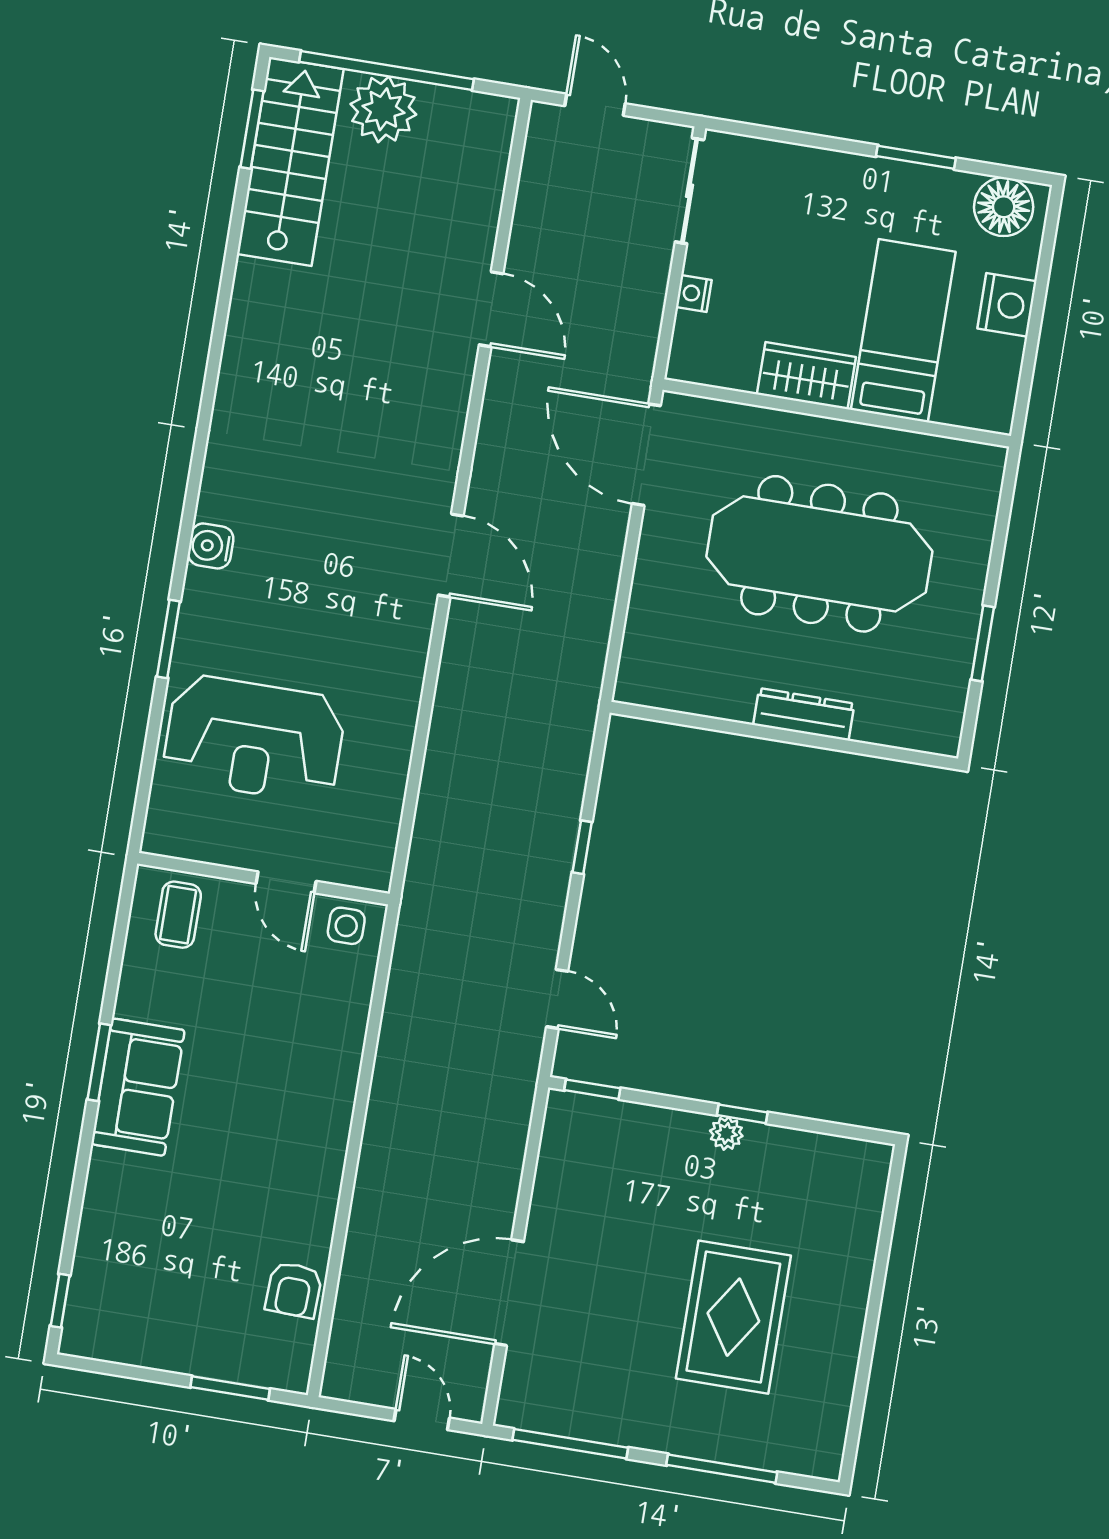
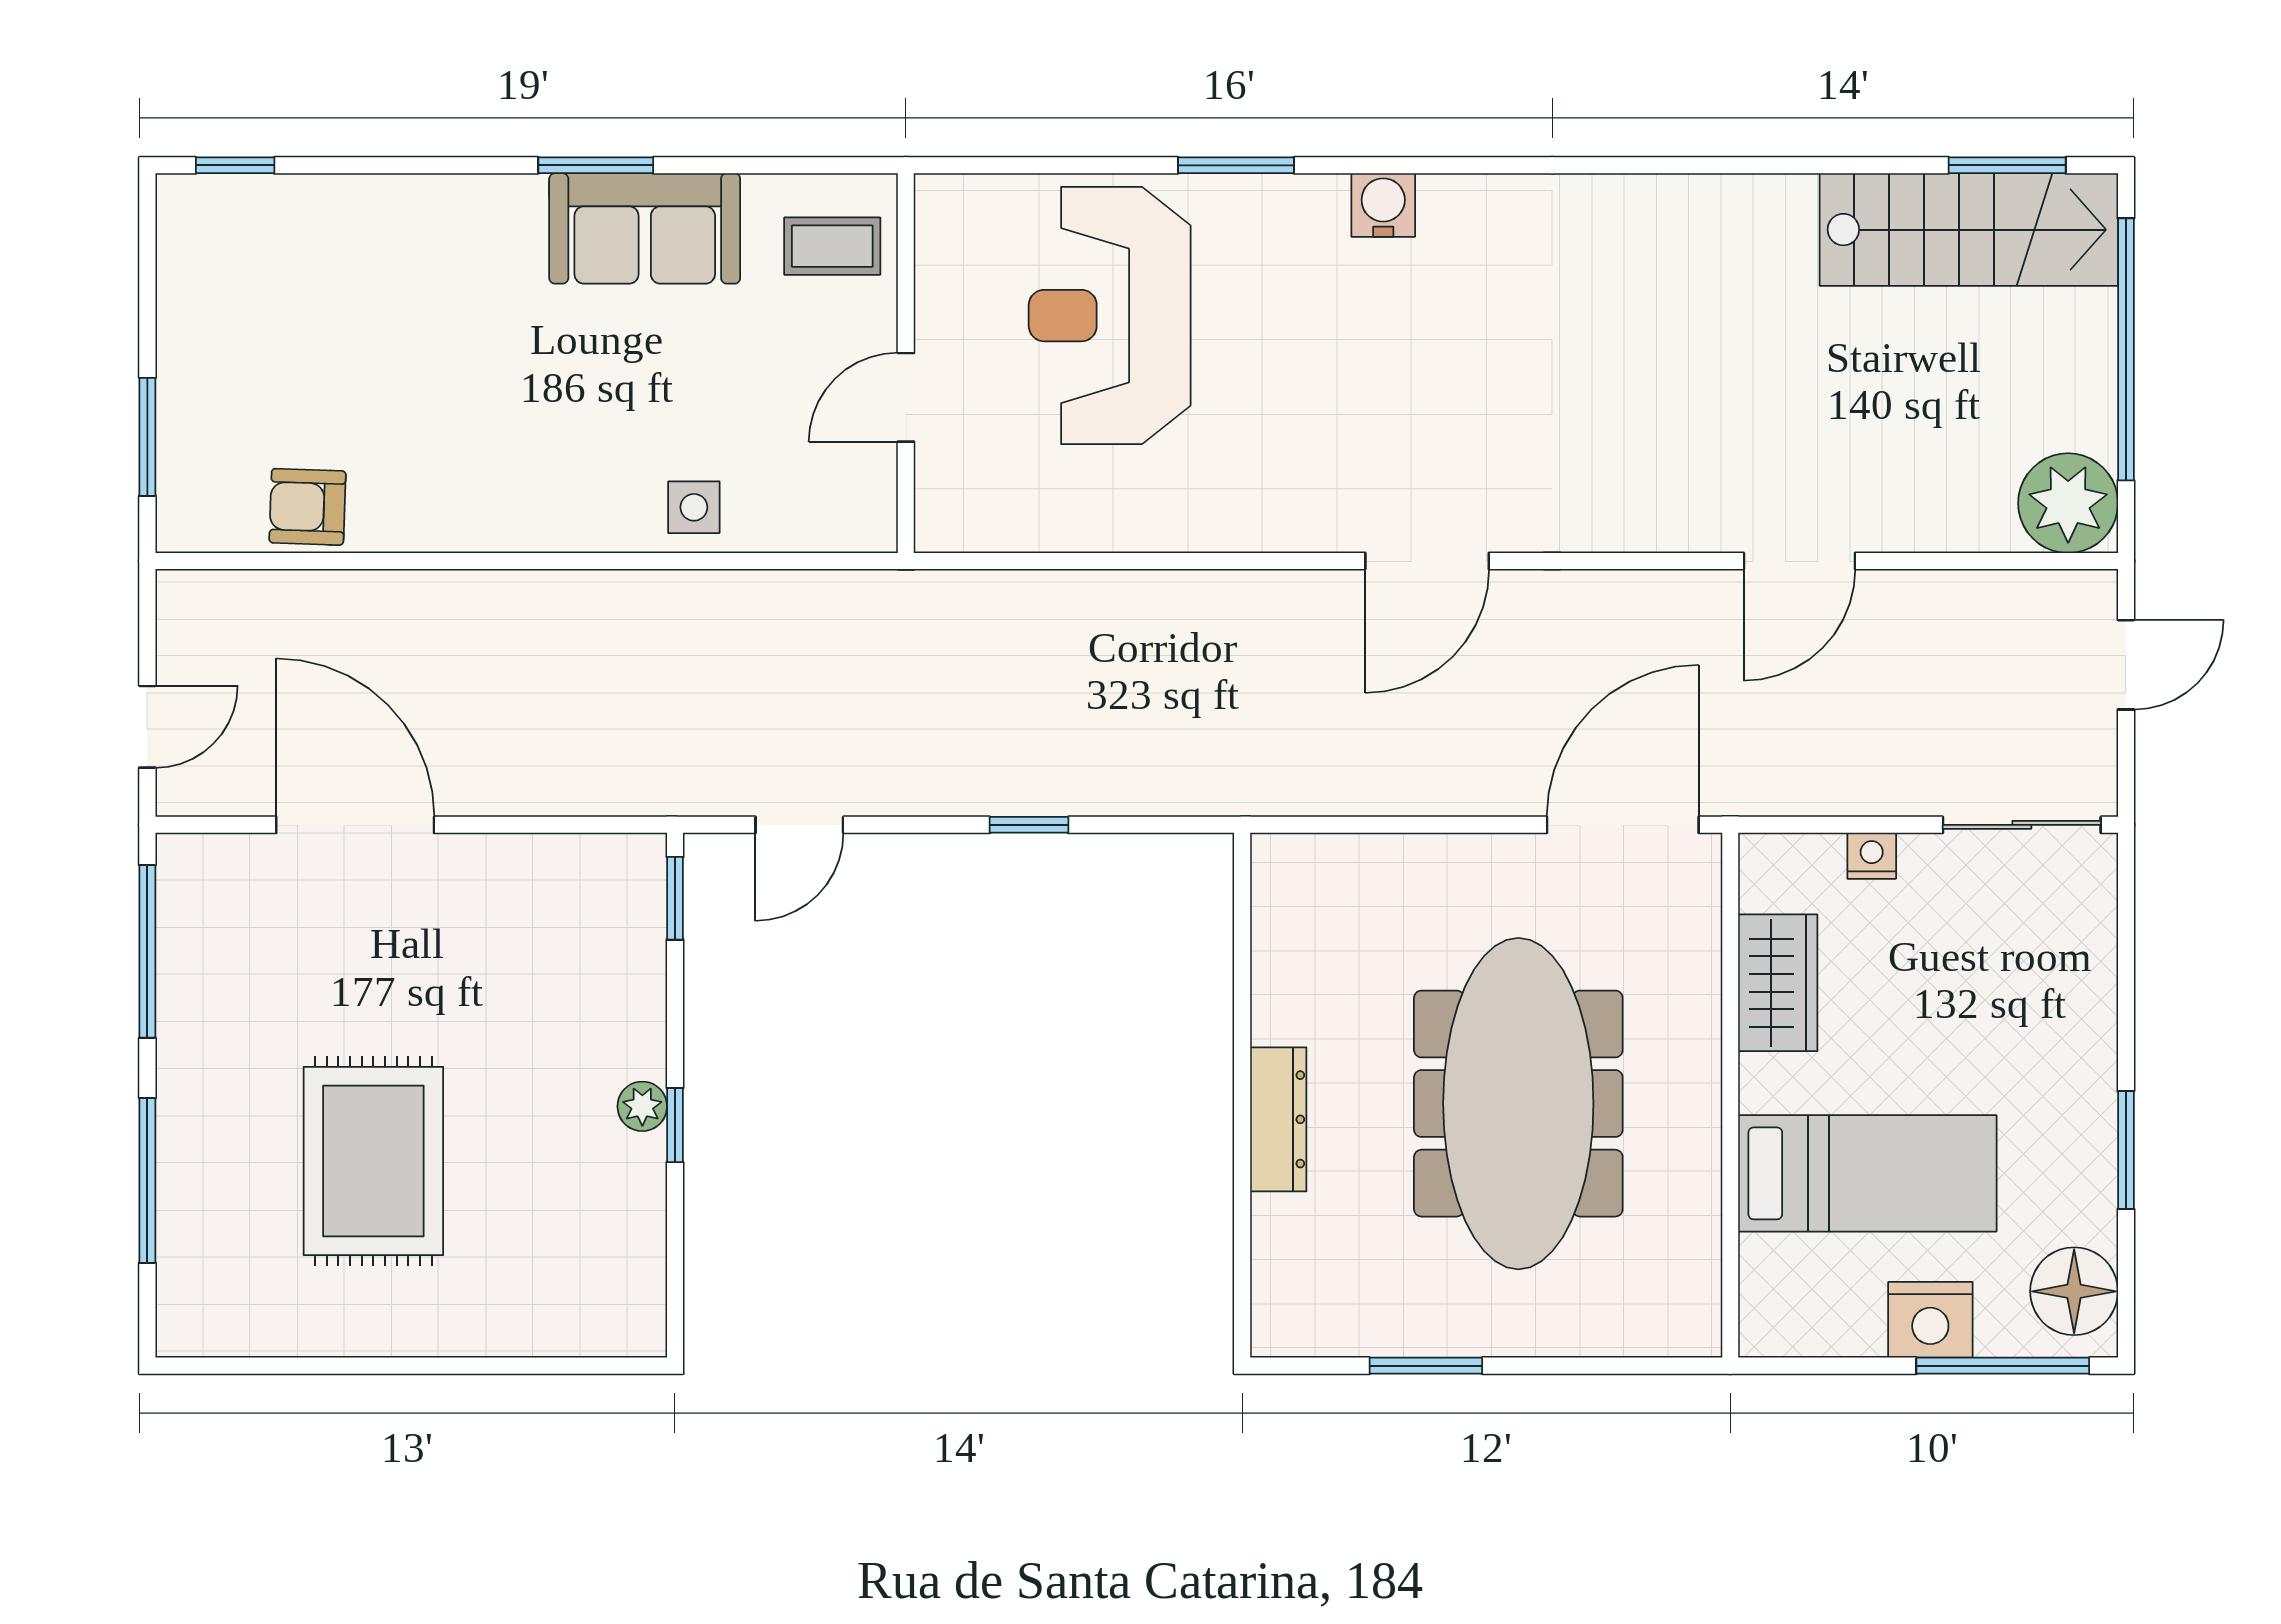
plant: (383, 109) -> (2068, 503), moved
window: (1045, 262) -> (2003, 1366), added
wardrobe: (806, 376) -> (1778, 983), moved
side table: (346, 926) -> (694, 507), moved
sofa: (138, 1087) -> (645, 228), moved
rug: (733, 1317) -> (373, 1161), turned 90

